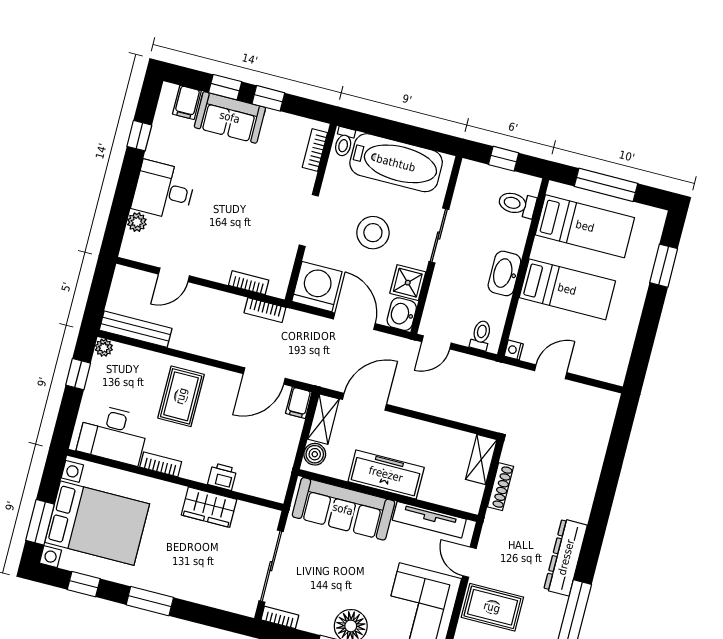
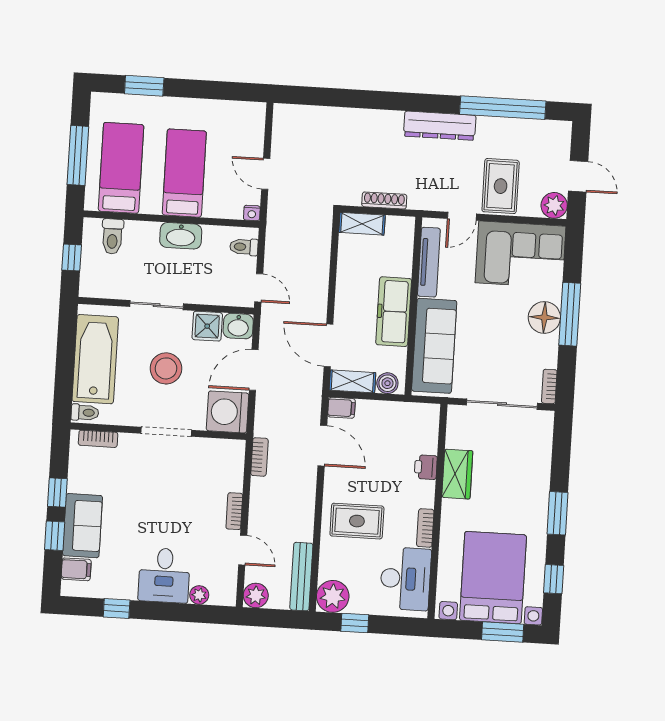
plant: (125, 279) -> (256, 595), added
bookcase: (249, 283) -> (234, 511), moved
plant: (104, 348) -> (333, 596), width x1.88, depth x1.88

